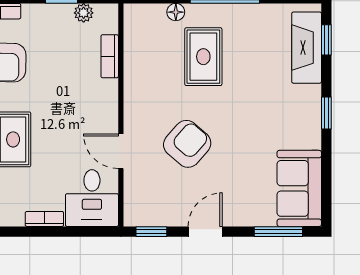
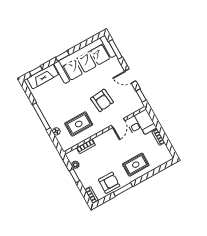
rug: (203, 57) -> (79, 124), moved
armchair: (187, 144) -> (102, 100), turned -137
sofa: (299, 188) -> (85, 59), width x1.85, depth x1.27

